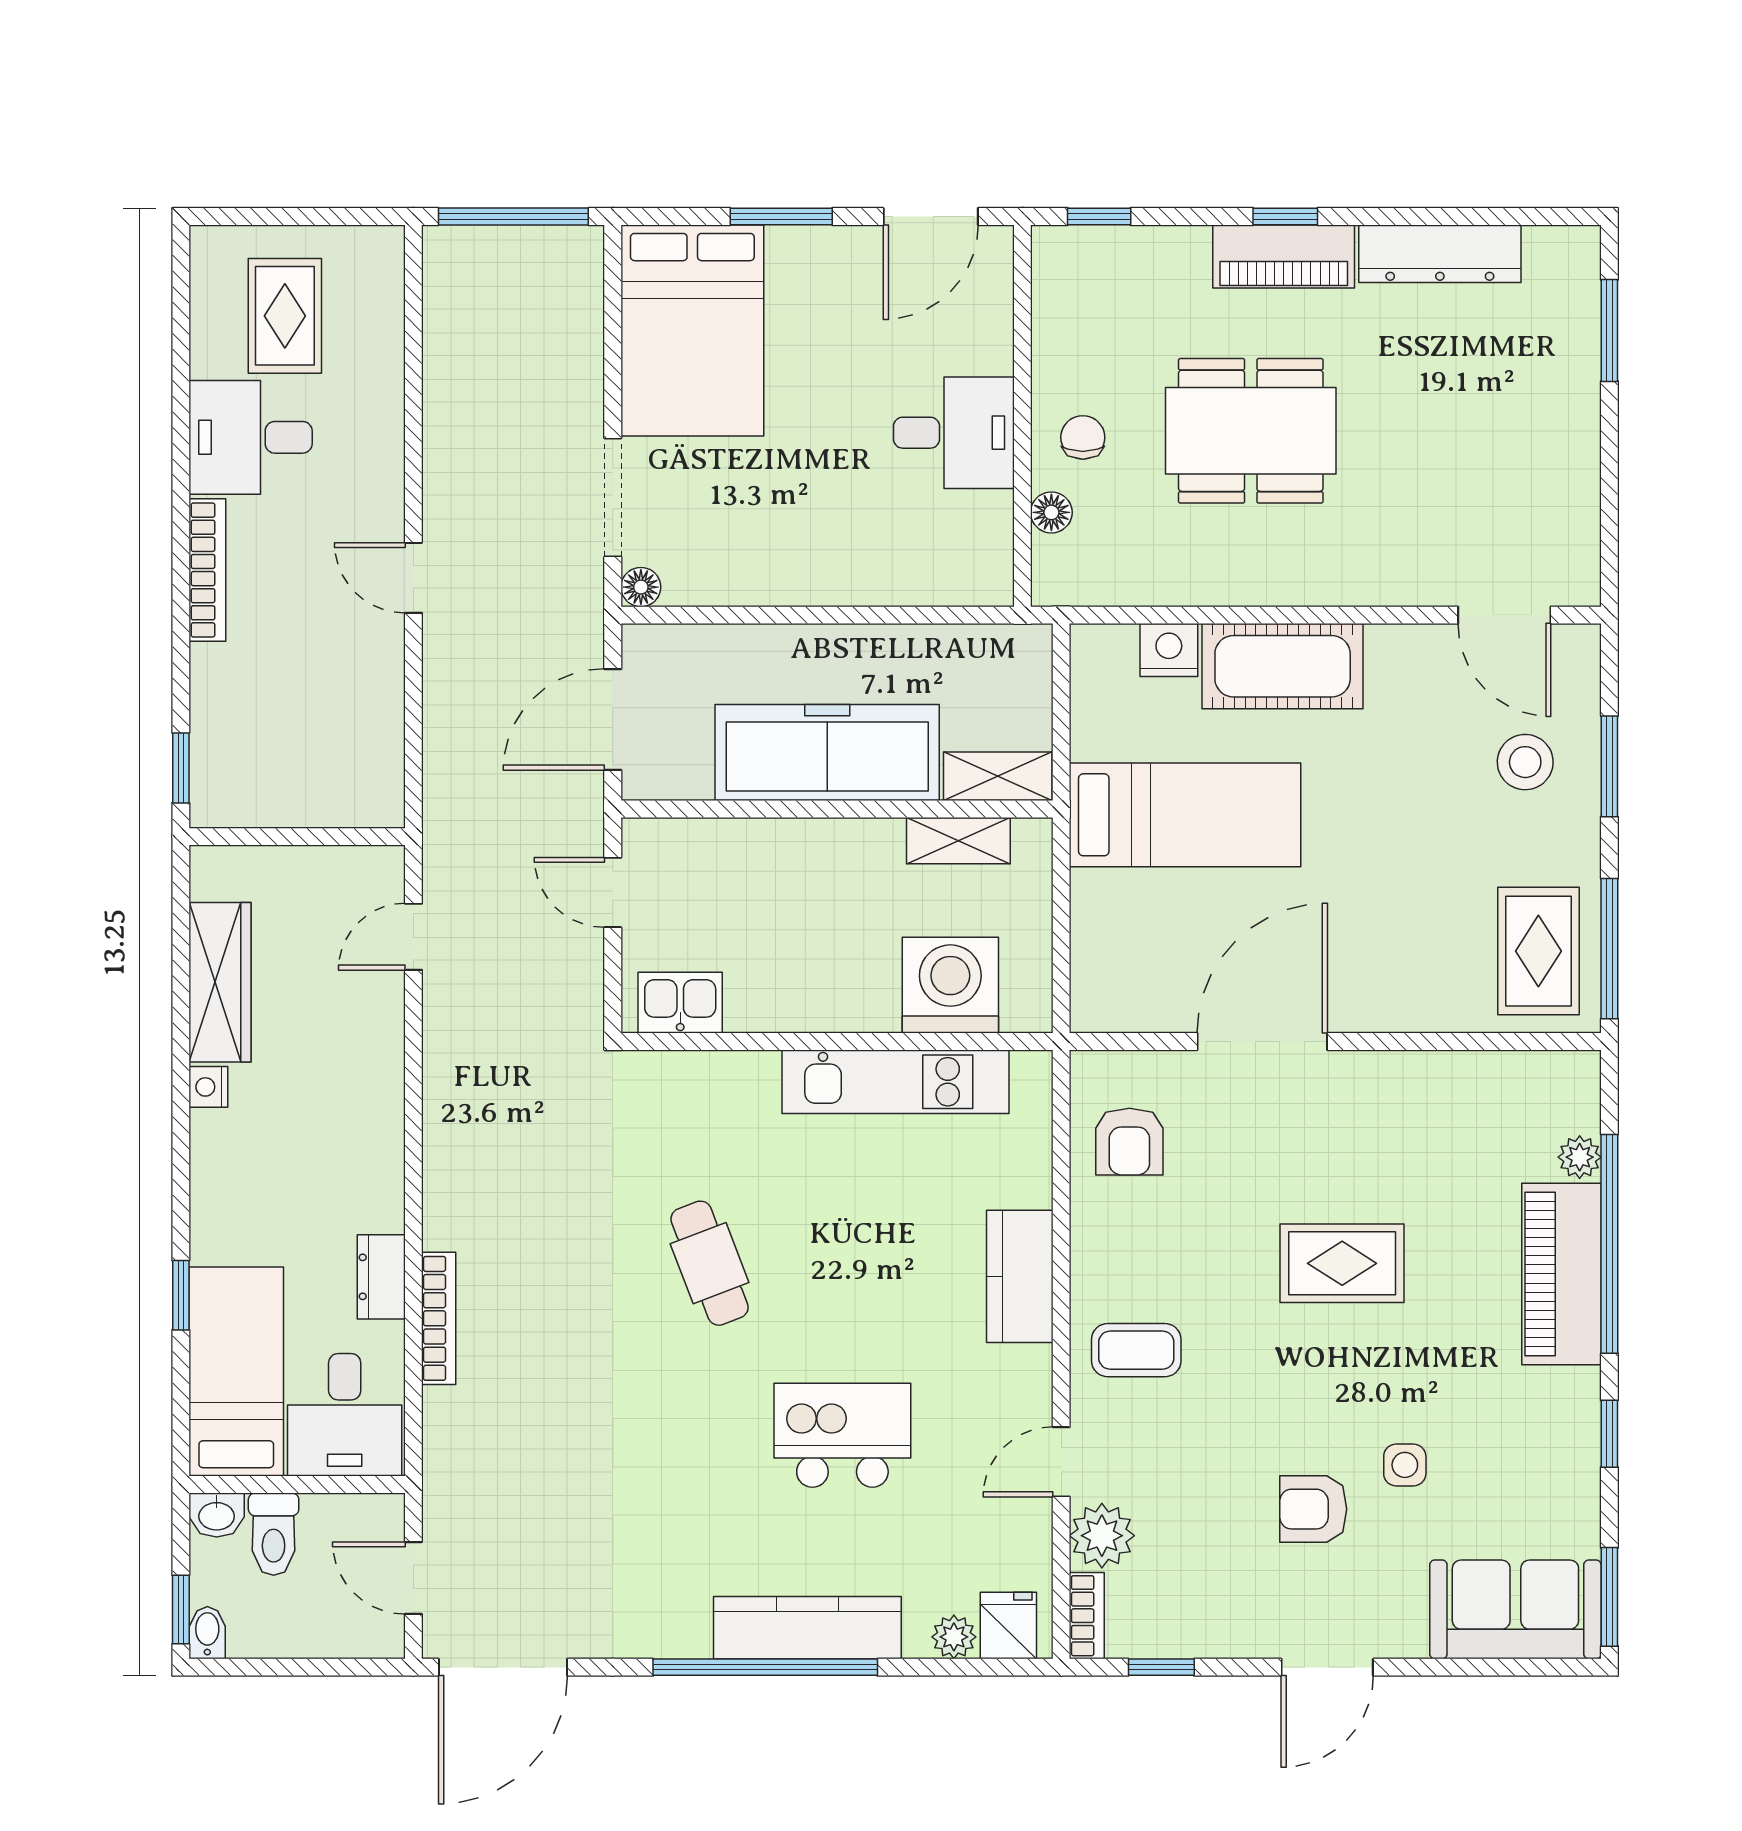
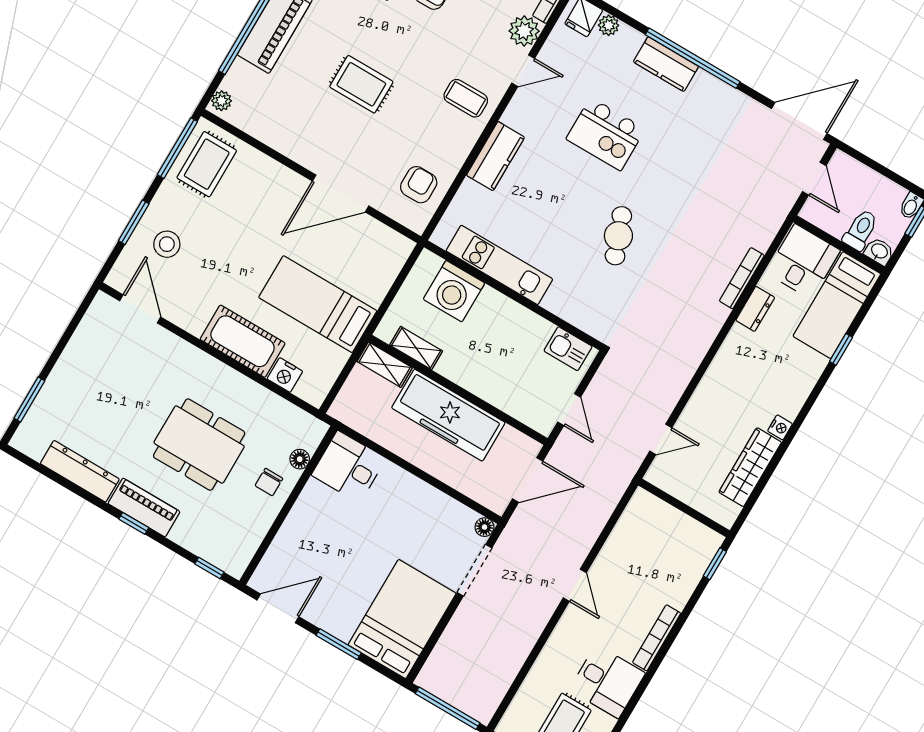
desk: (954, 433) -> (349, 467), moved
plant: (1580, 1157) -> (222, 101), moved
kitchen counter: (807, 1628) -> (666, 64), width x0.67

